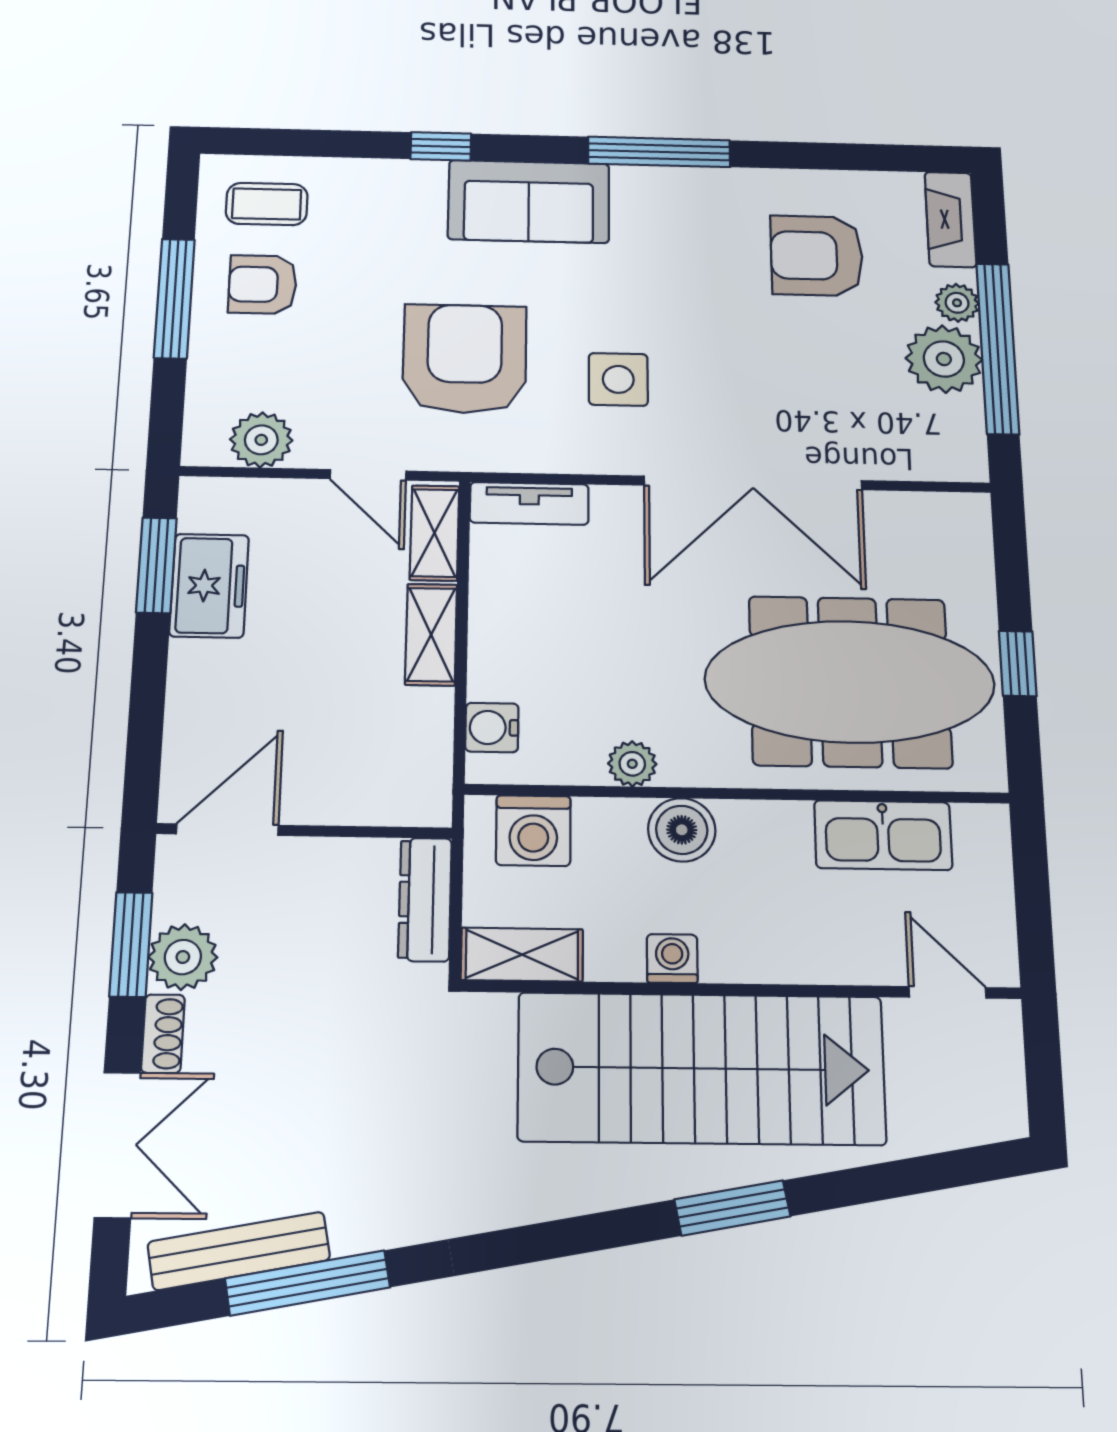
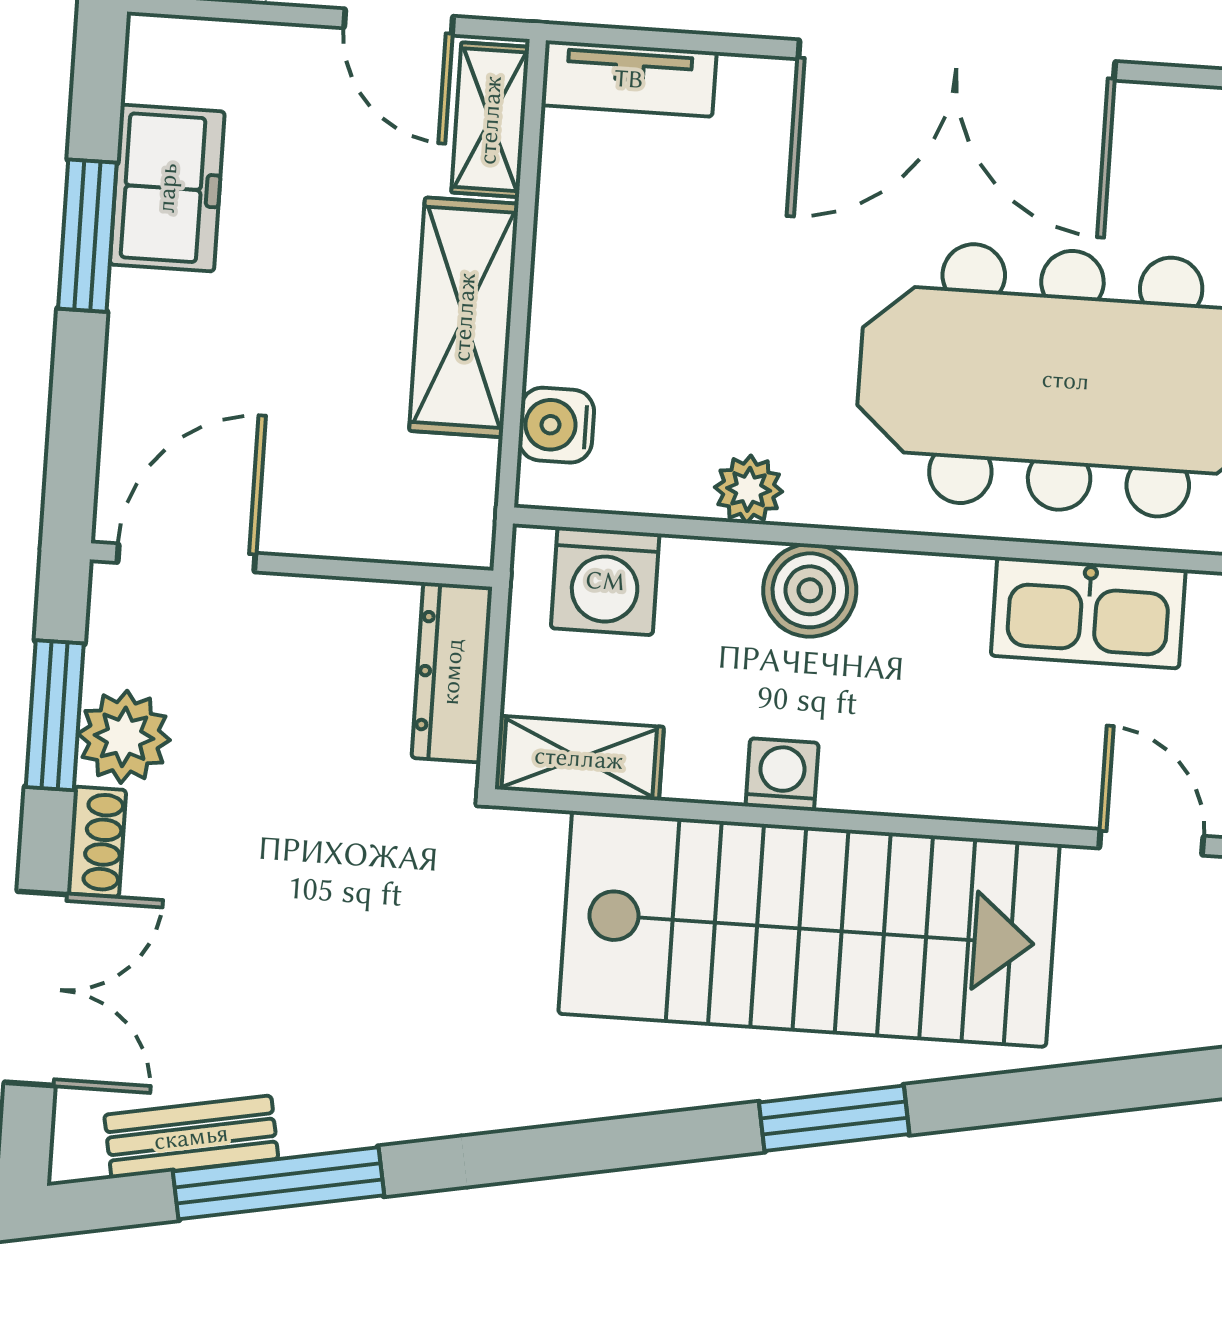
window: (156, 565) -> (87, 236), moved
shelving: (431, 635) -> (464, 317), width x1.50, depth x1.33
bench: (239, 1251) -> (191, 1137), width x0.73

